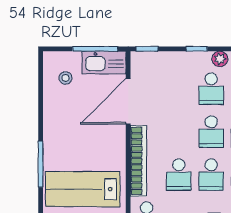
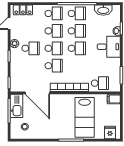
school desk: (179, 175) -> (54, 66), moved

